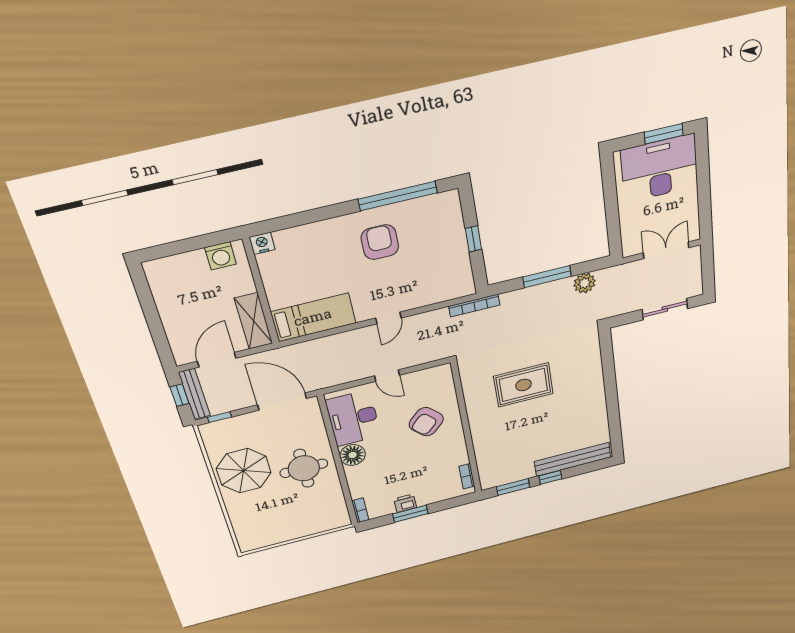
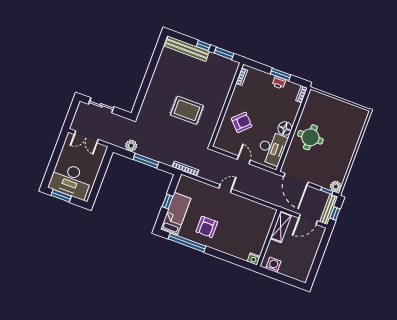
bed: (313, 317) -> (176, 214), moved, turned 90
plant: (210, 431) -> (336, 186), added
parasol: (244, 471) -> (336, 156), removed

